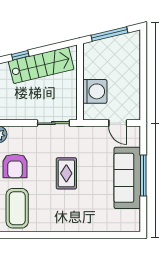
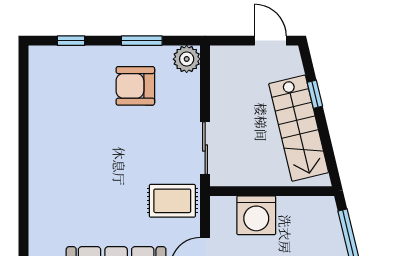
rug: (66, 173) -> (172, 201), moved
coffee table: (17, 208) -> (67, 89), removed

